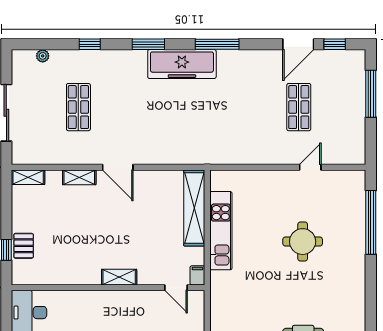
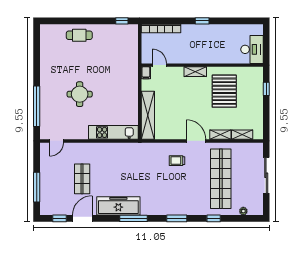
freezer: (182, 64) -> (118, 206), moved
shop shelf: (78, 107) -> (221, 179), width x2.00, depth x1.36
trolley: (148, 136) -> (177, 161), added
door: (310, 167) -> (56, 141), moved
shelving: (28, 177) -> (242, 135), moved
kitchen unit: (221, 231) -> (113, 132), moved, turned 90
pallet: (24, 246) -> (224, 91), moved, width x2.05, depth x2.00

